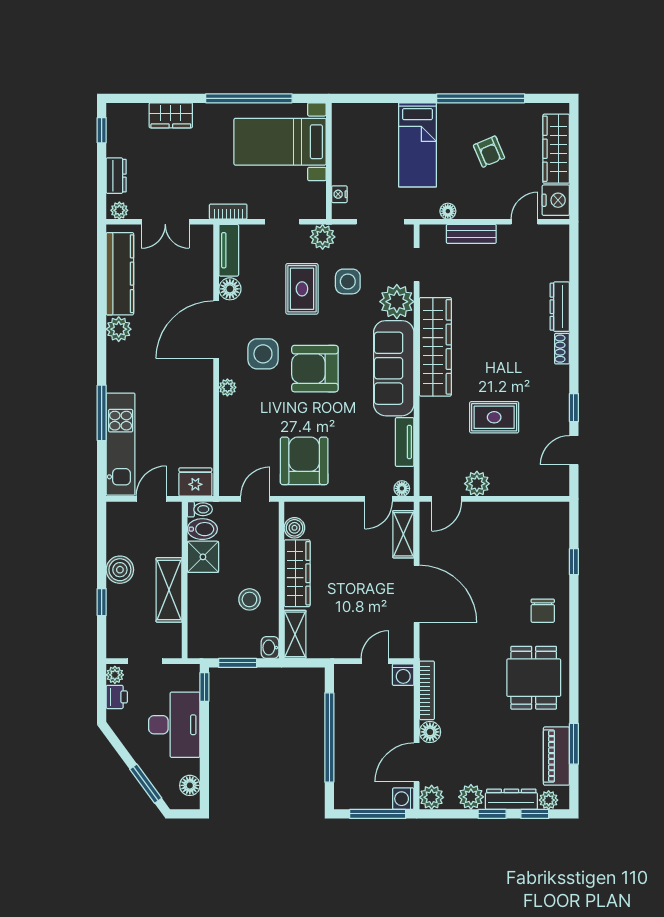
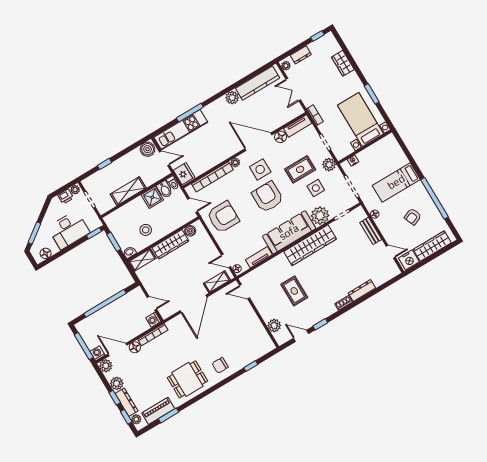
window: (249, 98) -> (372, 94), width x0.47
bookcase: (228, 439) -> (212, 177), added
plant: (477, 484) -> (274, 325), moved
boiler: (120, 570) -> (148, 149), moved

